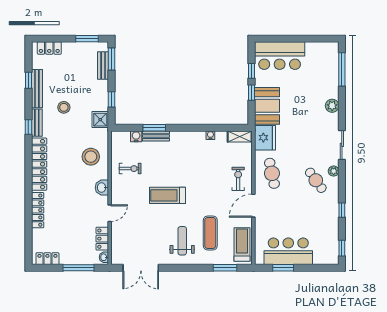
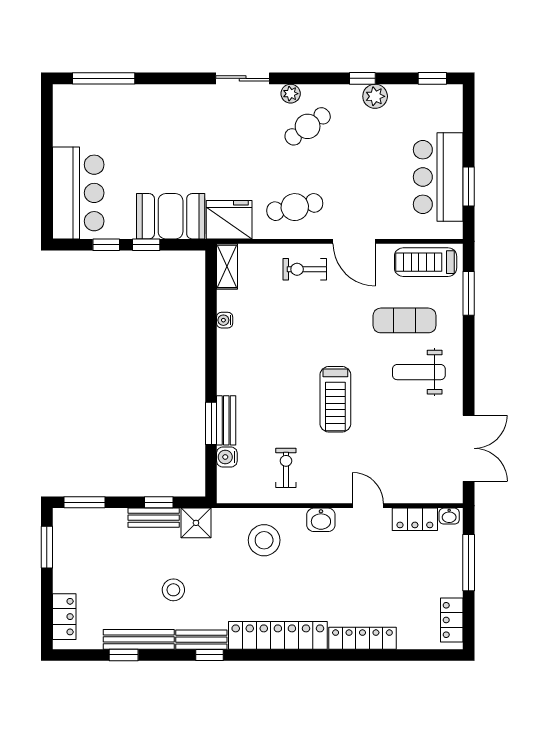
bench: (103, 65) -> (154, 518), moved
plant: (332, 106) -> (375, 96), moved

